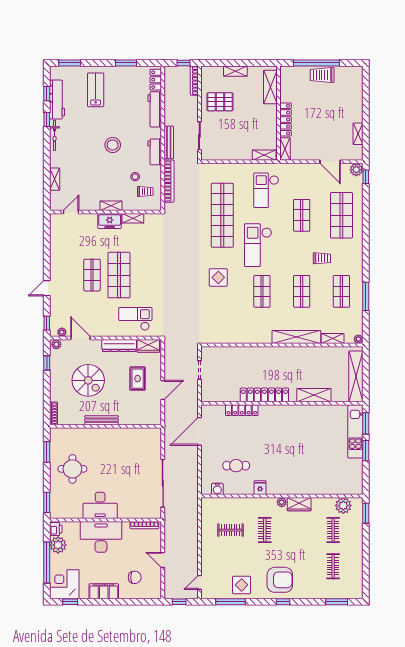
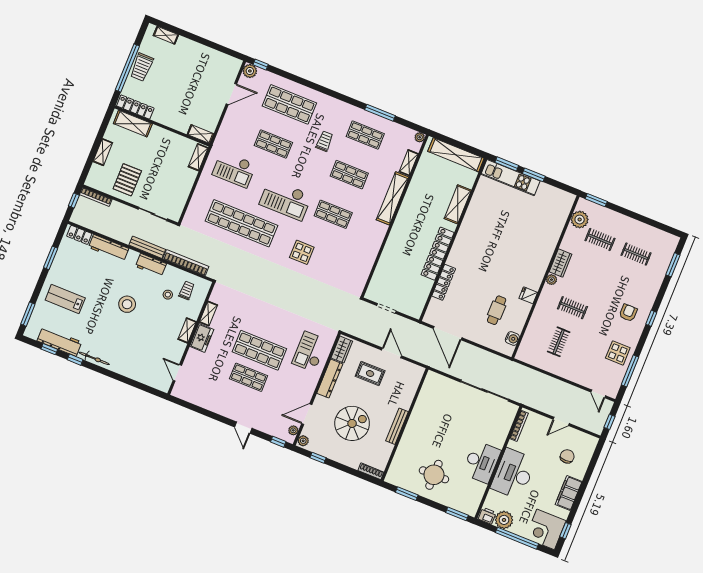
locker: (285, 119) -> (135, 107), moved
shelving: (358, 134) -> (166, 35), moved
shelving: (55, 179) -> (138, 376), removed
armchair: (280, 580) -> (628, 313), width x0.53, depth x0.53

